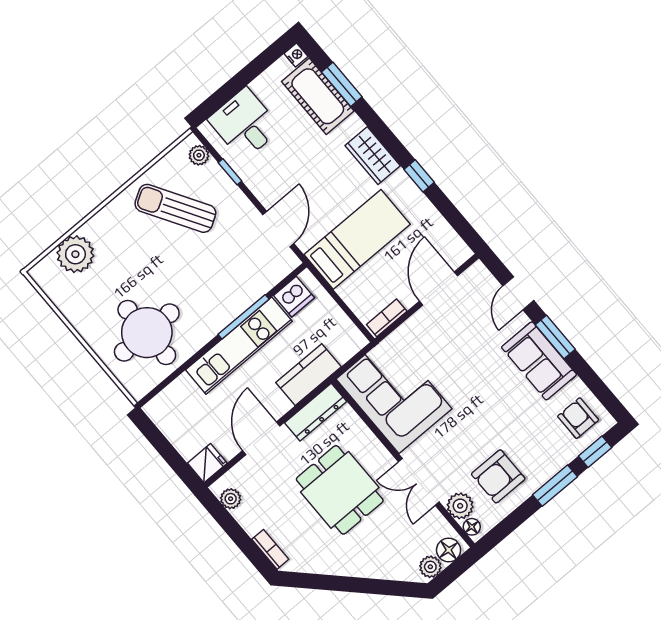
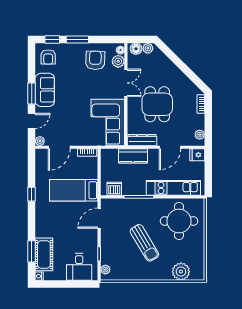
wardrobe: (373, 156) -> (42, 216), removed
sun lounger: (175, 208) -> (144, 243), moved
plant: (478, 272) -> (40, 141), added
kitchen unit: (239, 346) -> (173, 188), moved
armchair: (498, 476) -> (95, 60), turned -88

